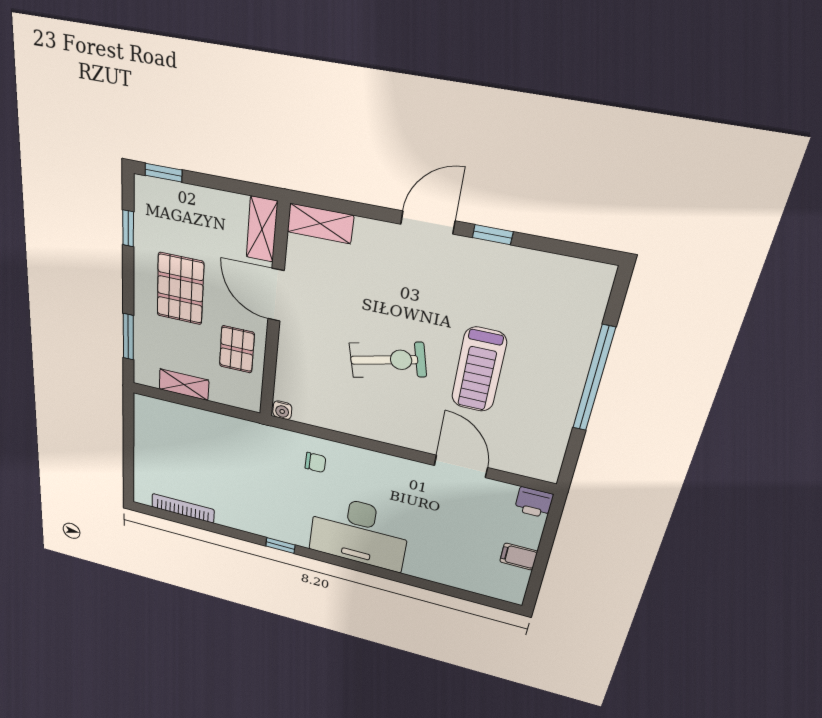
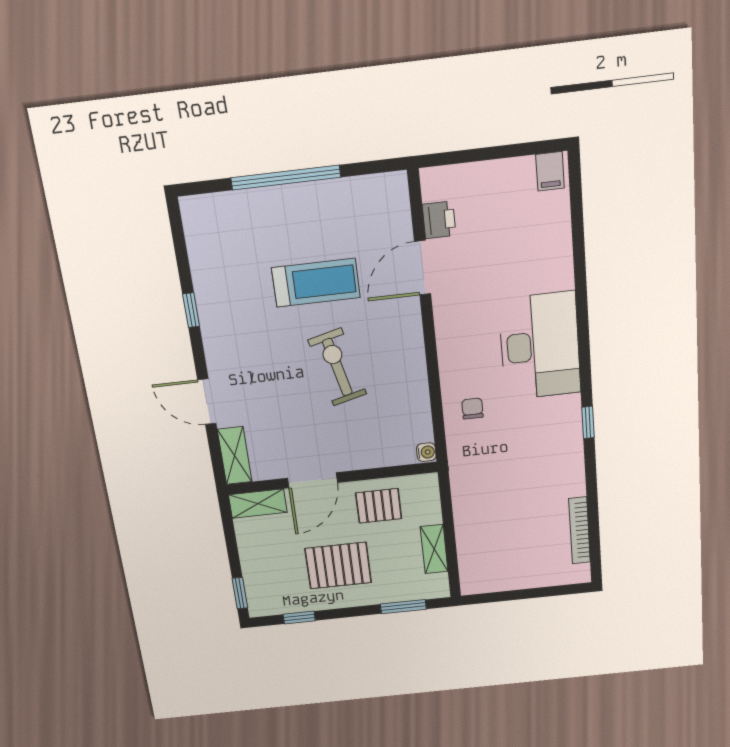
door: (428, 222) -> (207, 402), moved
printer: (534, 502) -> (439, 220), moved
filing cabinet: (519, 557) -> (550, 171), moved

